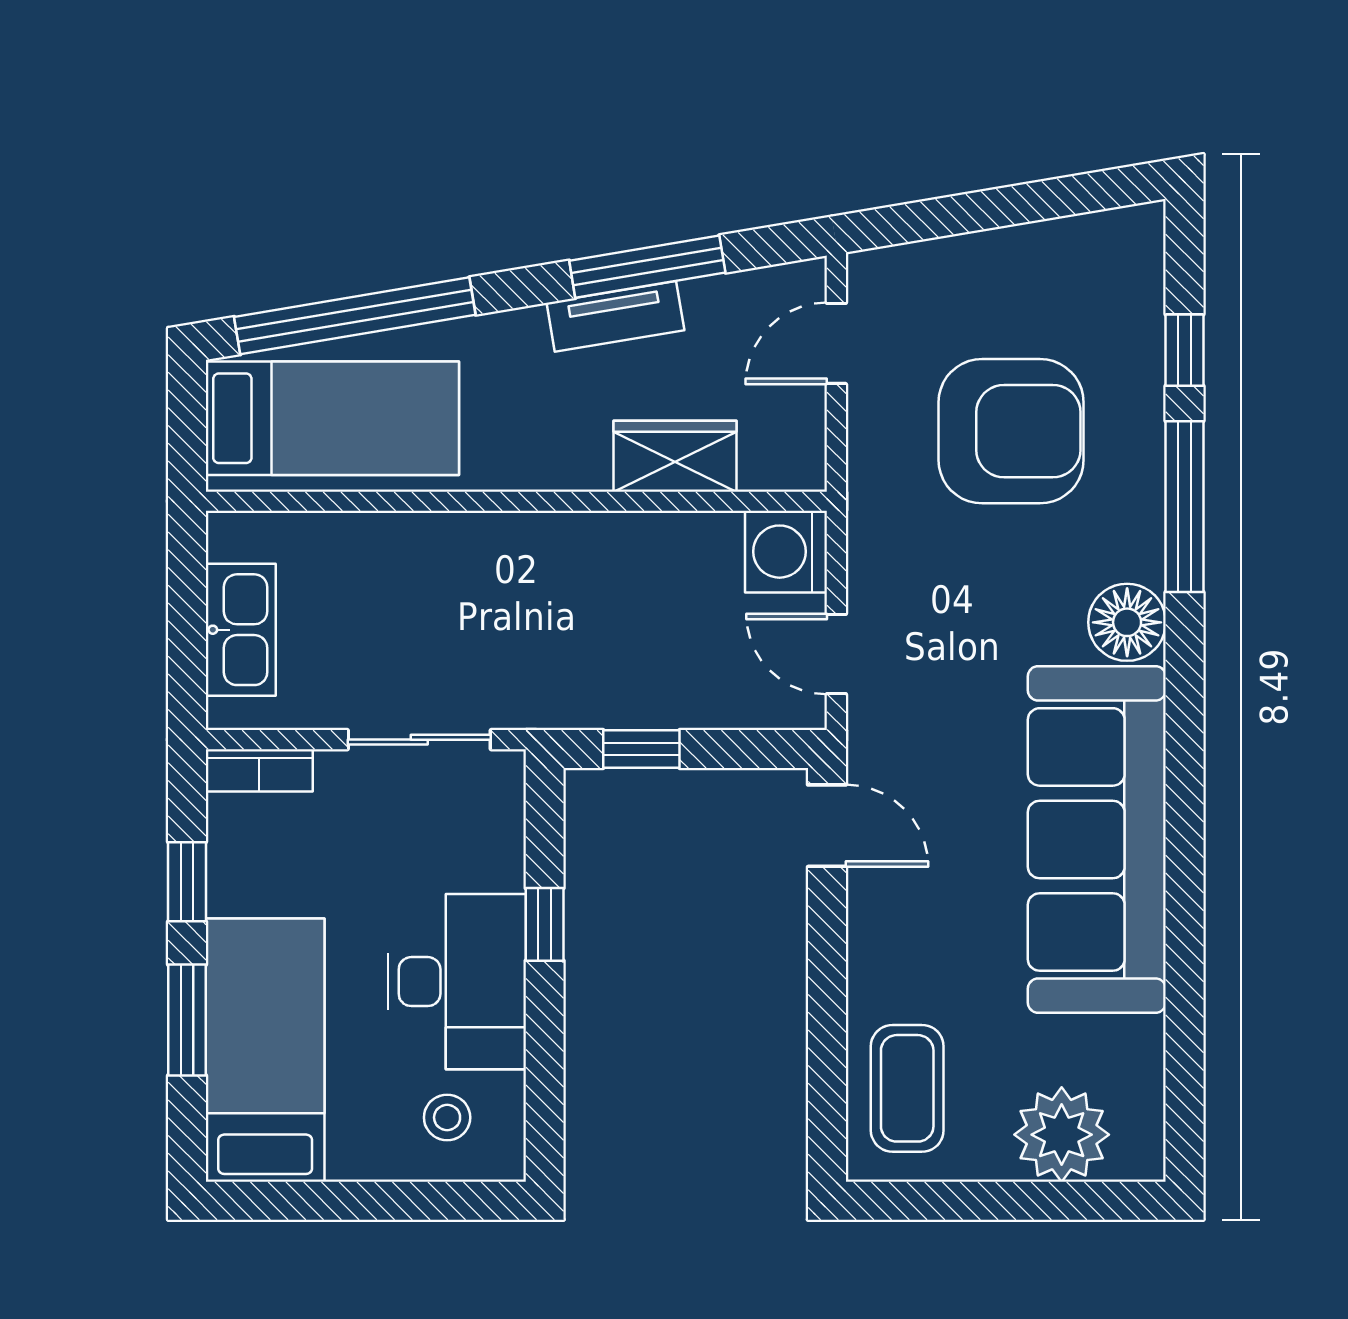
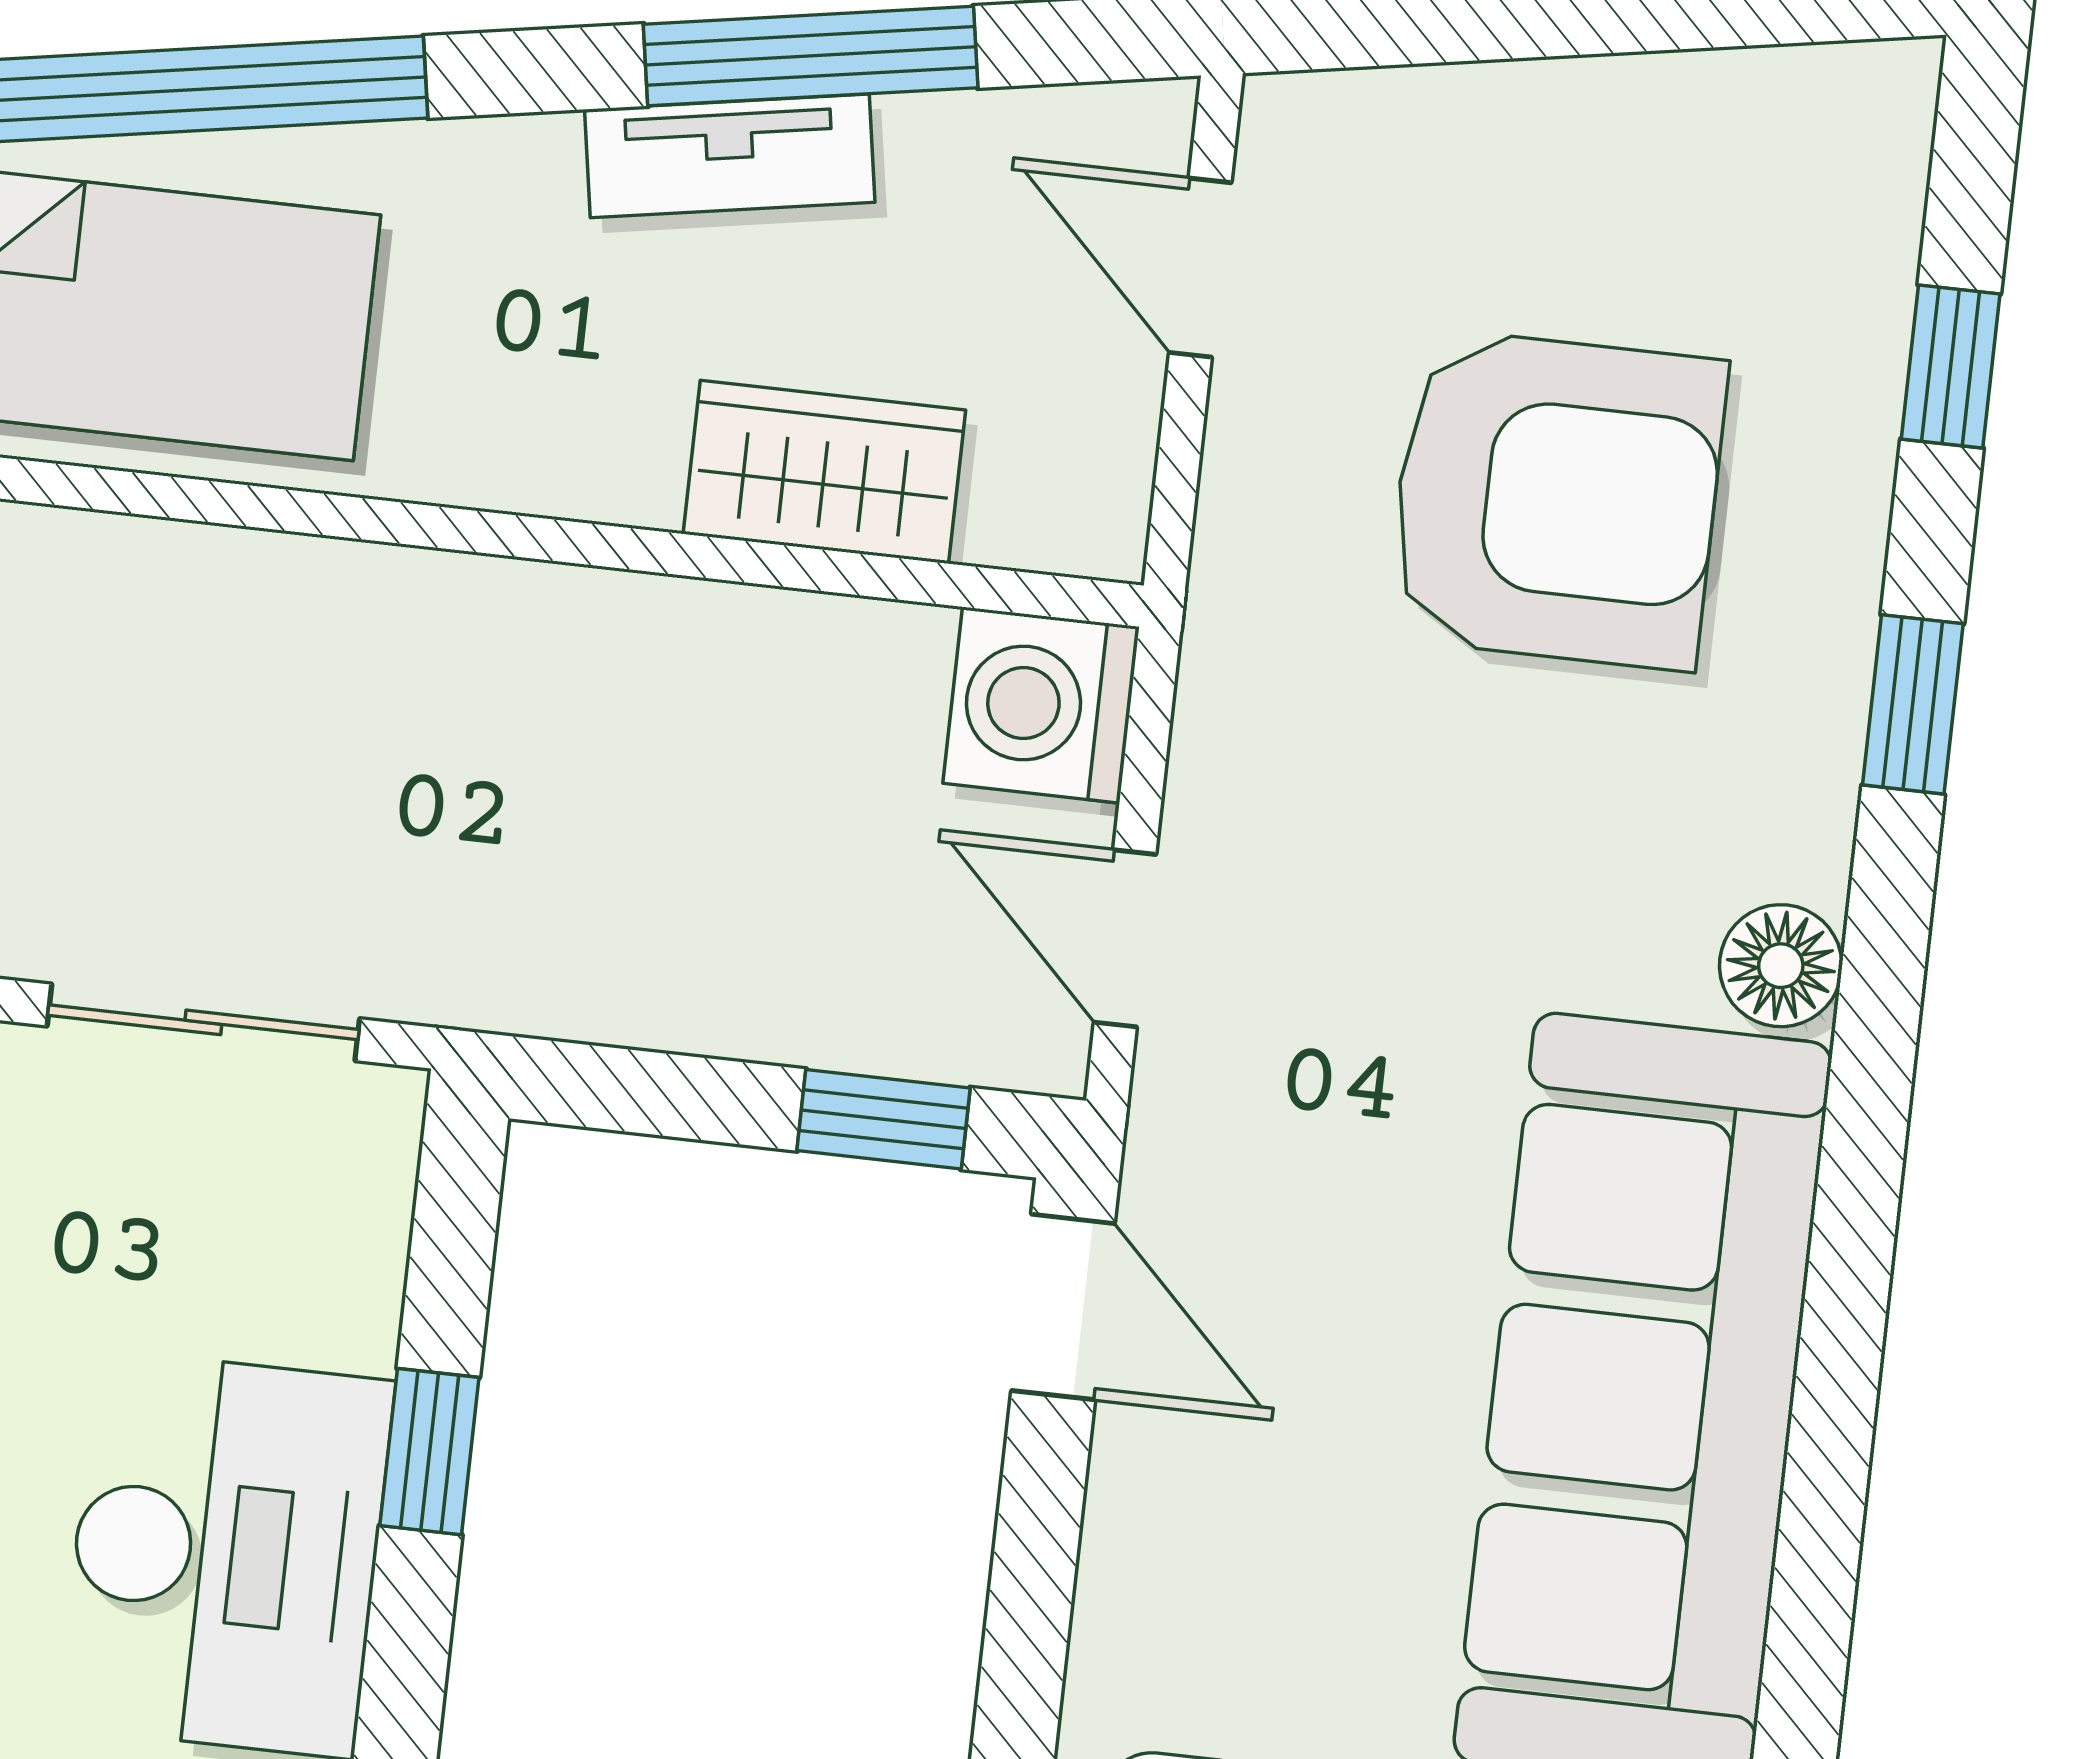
door: (836, 343) -> (1200, 268), hinge flipped
window: (1185, 507) -> (1913, 704), width x0.46
floor lamp: (1127, 622) -> (1781, 966), width x0.73, depth x0.73
window: (641, 749) -> (884, 1119), moved

